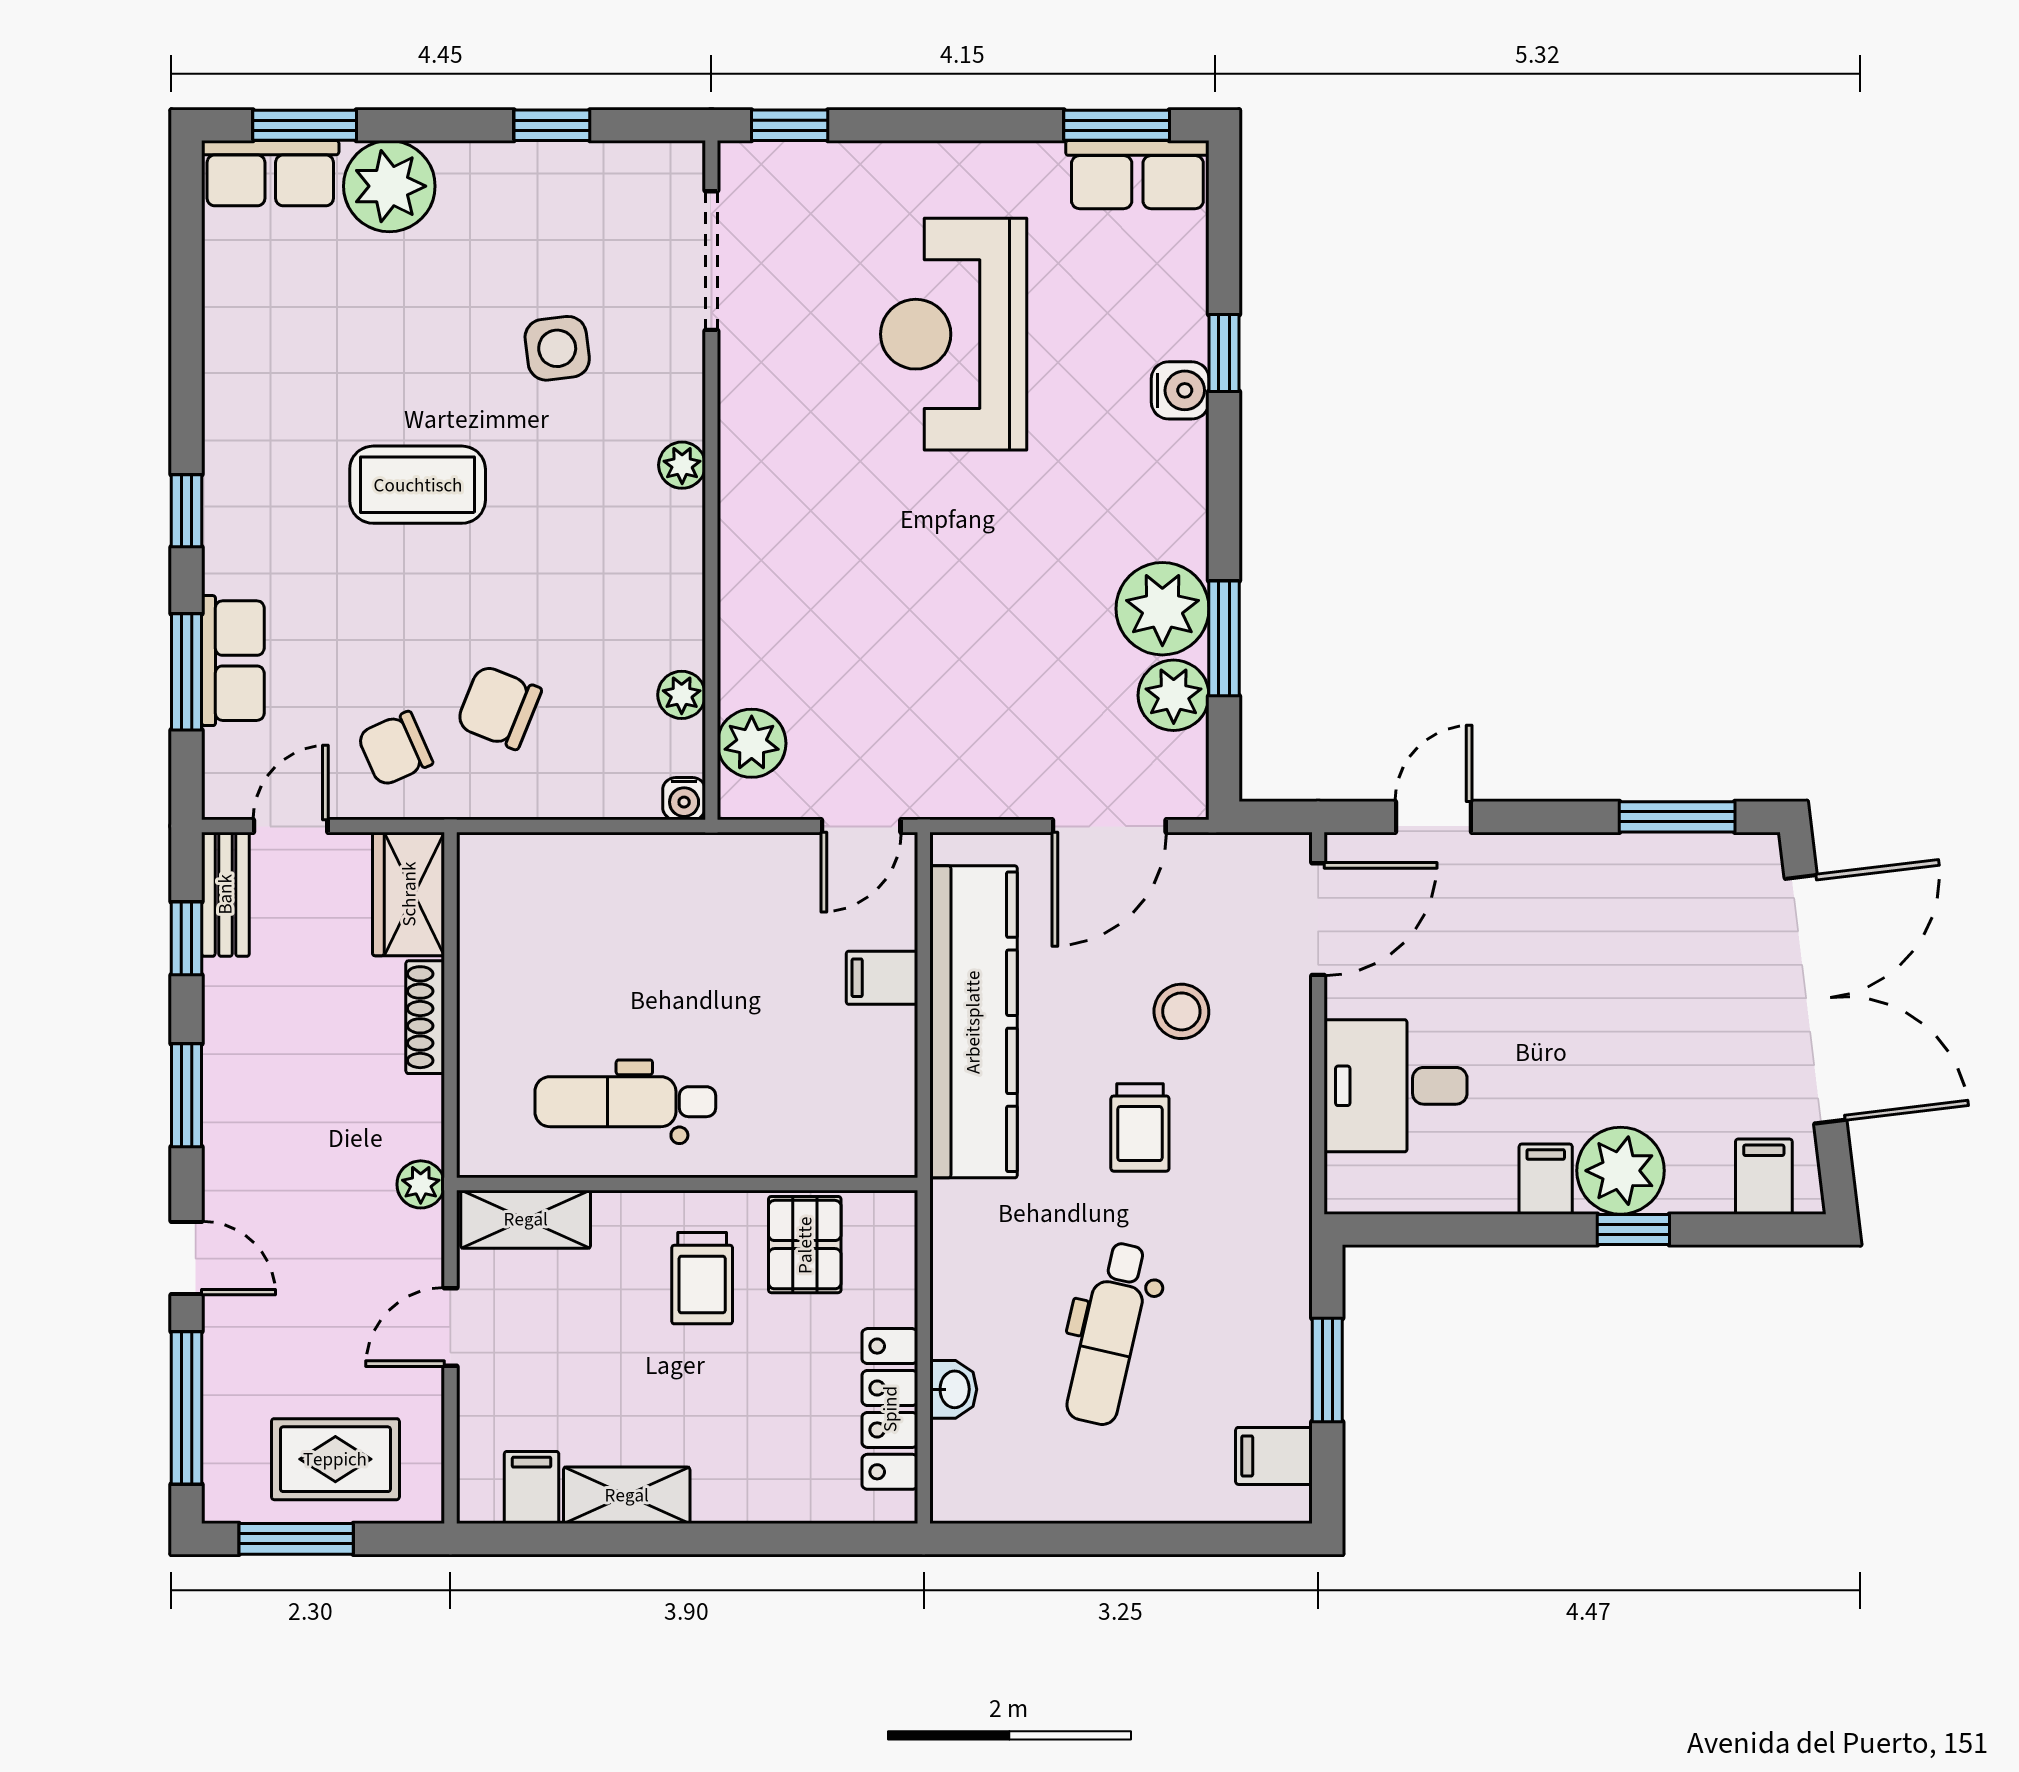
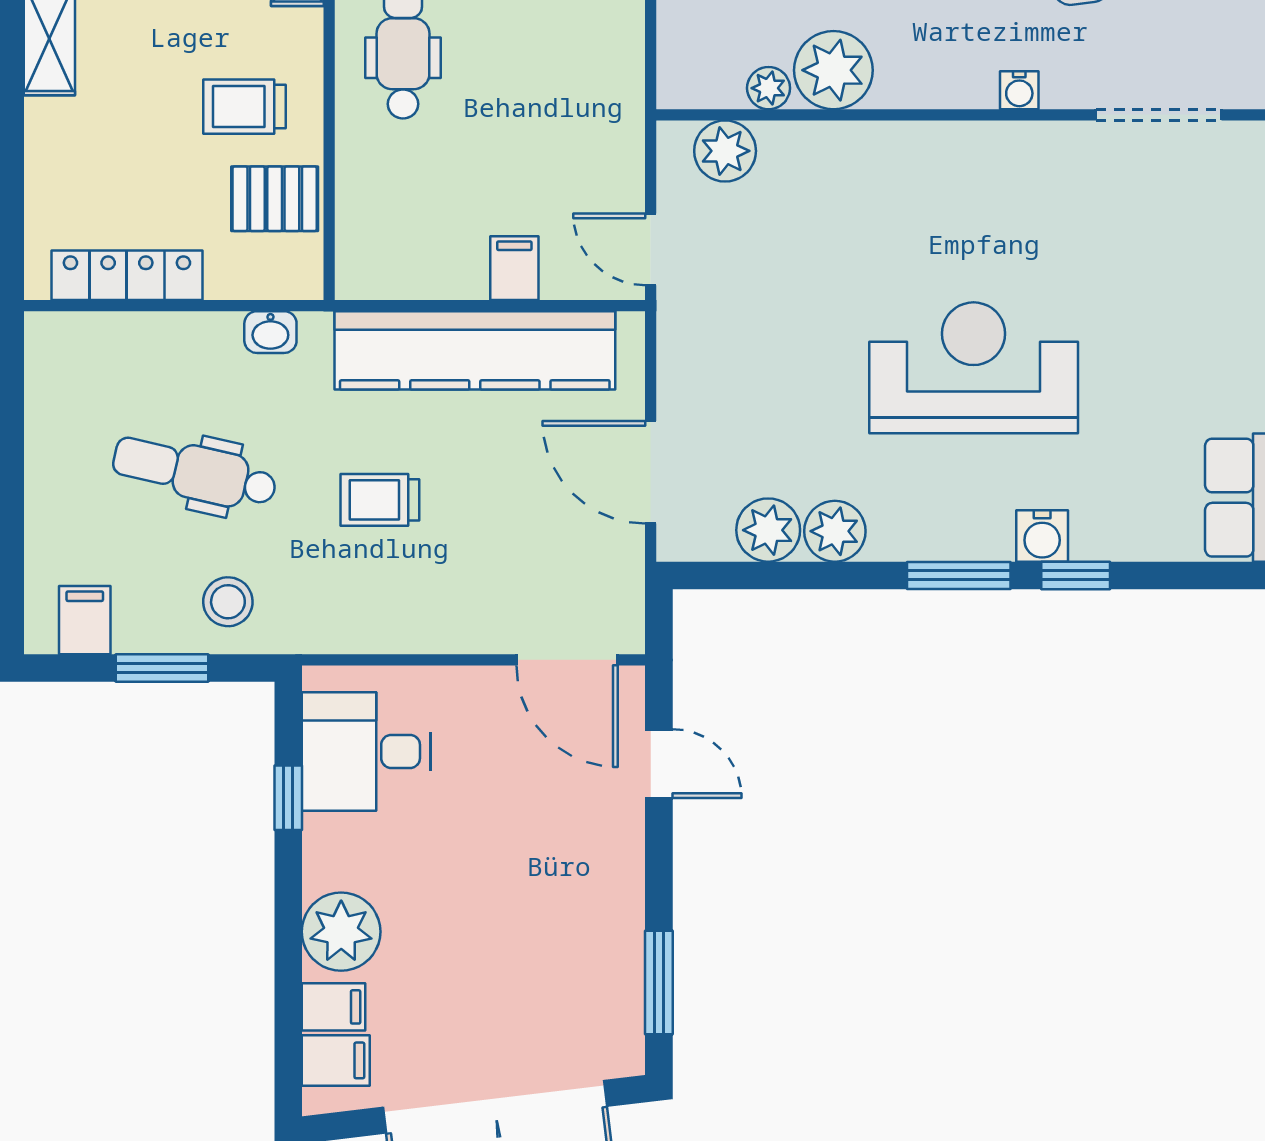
reception desk: (954, 334) -> (974, 368), moved
plant: (682, 465) -> (833, 70), moved, width x1.87, depth x1.87
plant: (1162, 609) -> (835, 531), width x0.73, depth x0.73
window: (1224, 638) -> (959, 575), moved
water cooler: (684, 799) -> (1019, 90), moved, turned -90
stool: (1181, 1011) -> (228, 602), moved
desk: (1396, 1086) -> (366, 751), moved, turned -90
filing cabinet: (1546, 1179) -> (333, 1007), moved
window: (1633, 1229) -> (288, 798), moved
washbasin: (953, 1389) -> (270, 332), moved

